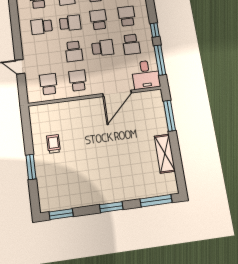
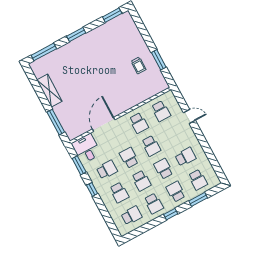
school desk: (70, 23) -> (163, 169), turned 90
school desk: (131, 44) -> (107, 170), turned 90
school desk: (103, 48) -> (129, 158), turned 90
school desk: (74, 51) -> (151, 146), turned 180
window: (160, 60) -> (79, 165), width x0.69
window: (31, 167) -> (159, 60), moved

